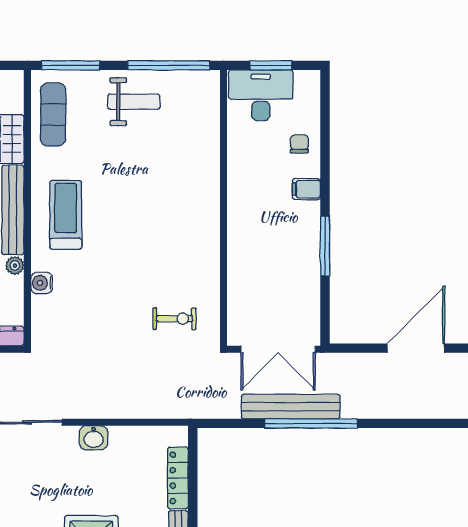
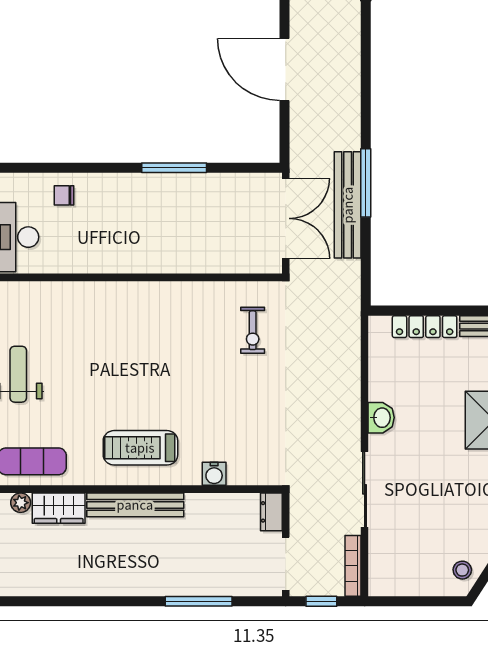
filing cabinet: (306, 189) -> (113, 188), removed
plant: (15, 266) -> (21, 503), moved
exercise bike: (175, 319) -> (253, 330), turned 180
window: (311, 423) -> (366, 183), width x0.68

